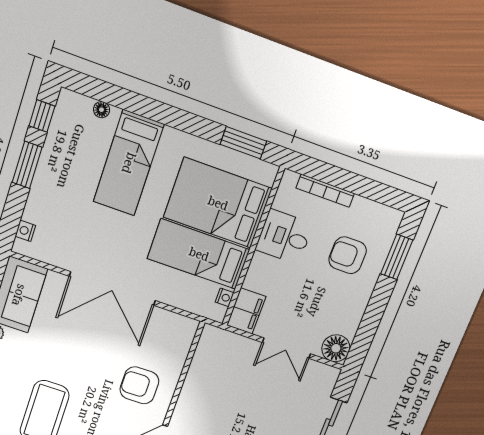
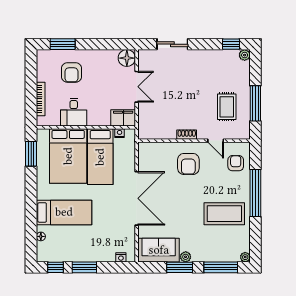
shoe rack: (185, 398) -> (187, 135), added

